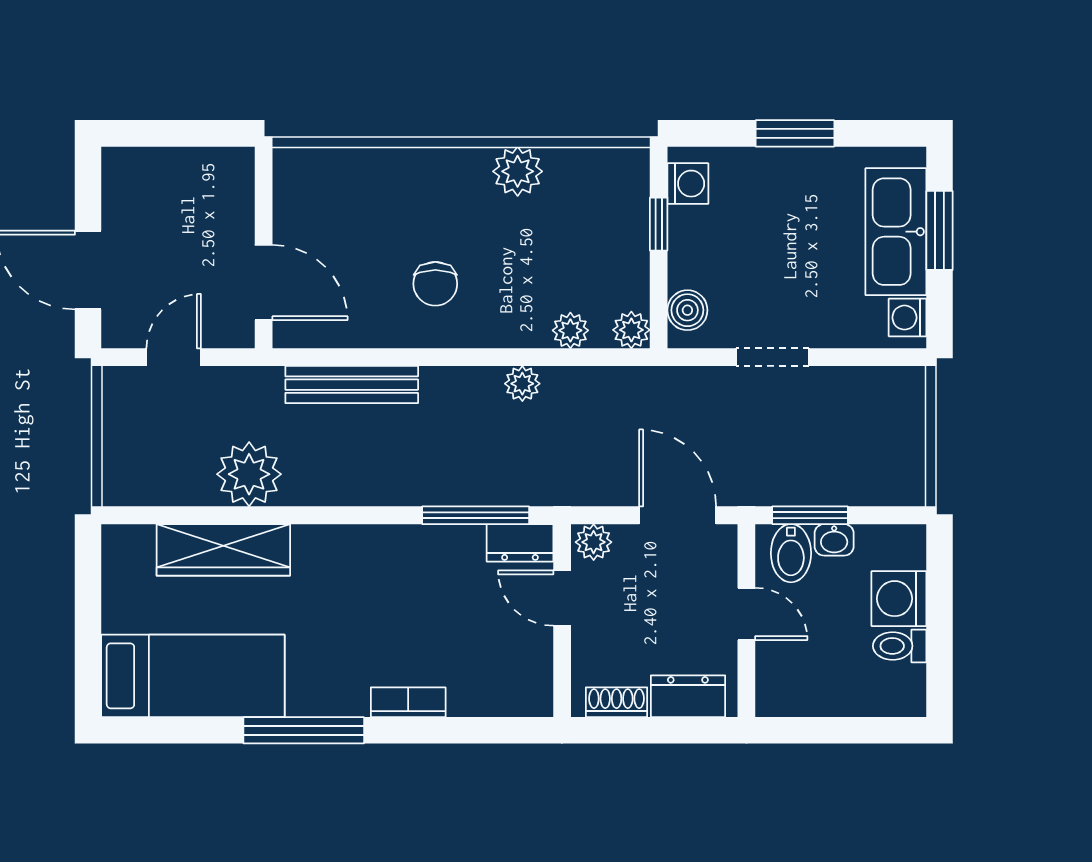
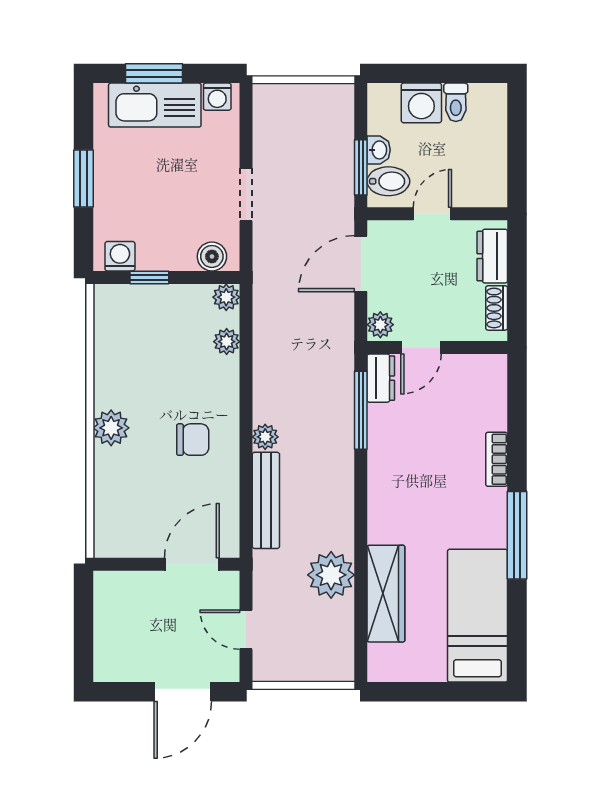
plant: (518, 171) -> (111, 428), moved
plant: (522, 384) -> (265, 437), moved

